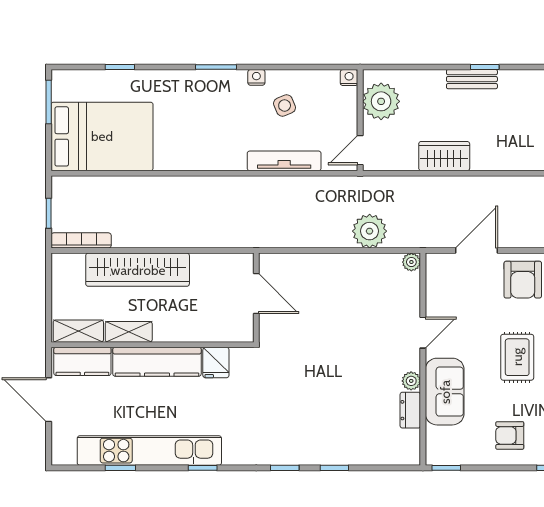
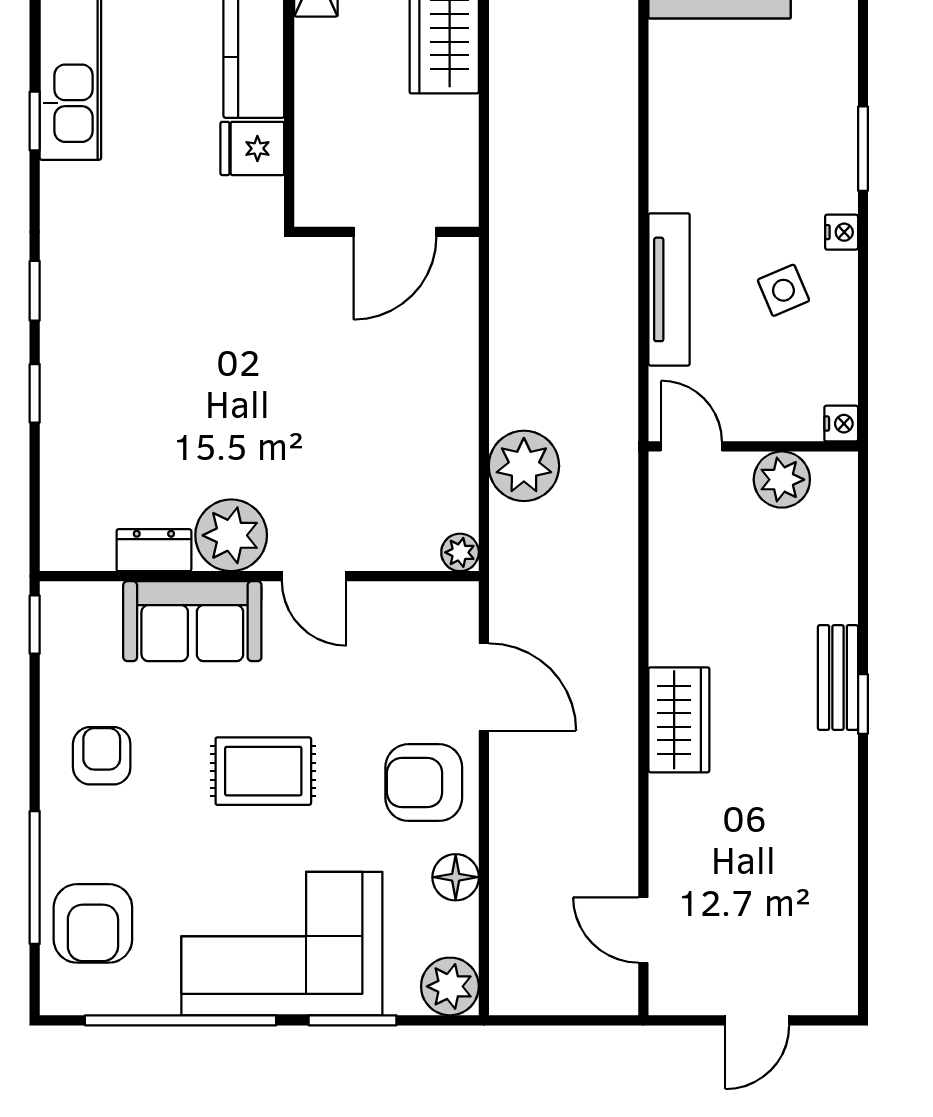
plant: (381, 101) -> (782, 480), width x0.73, depth x0.73
wardrobe: (444, 156) -> (679, 720), moved
plant: (411, 381) -> (231, 535), width x1.88, depth x1.88

